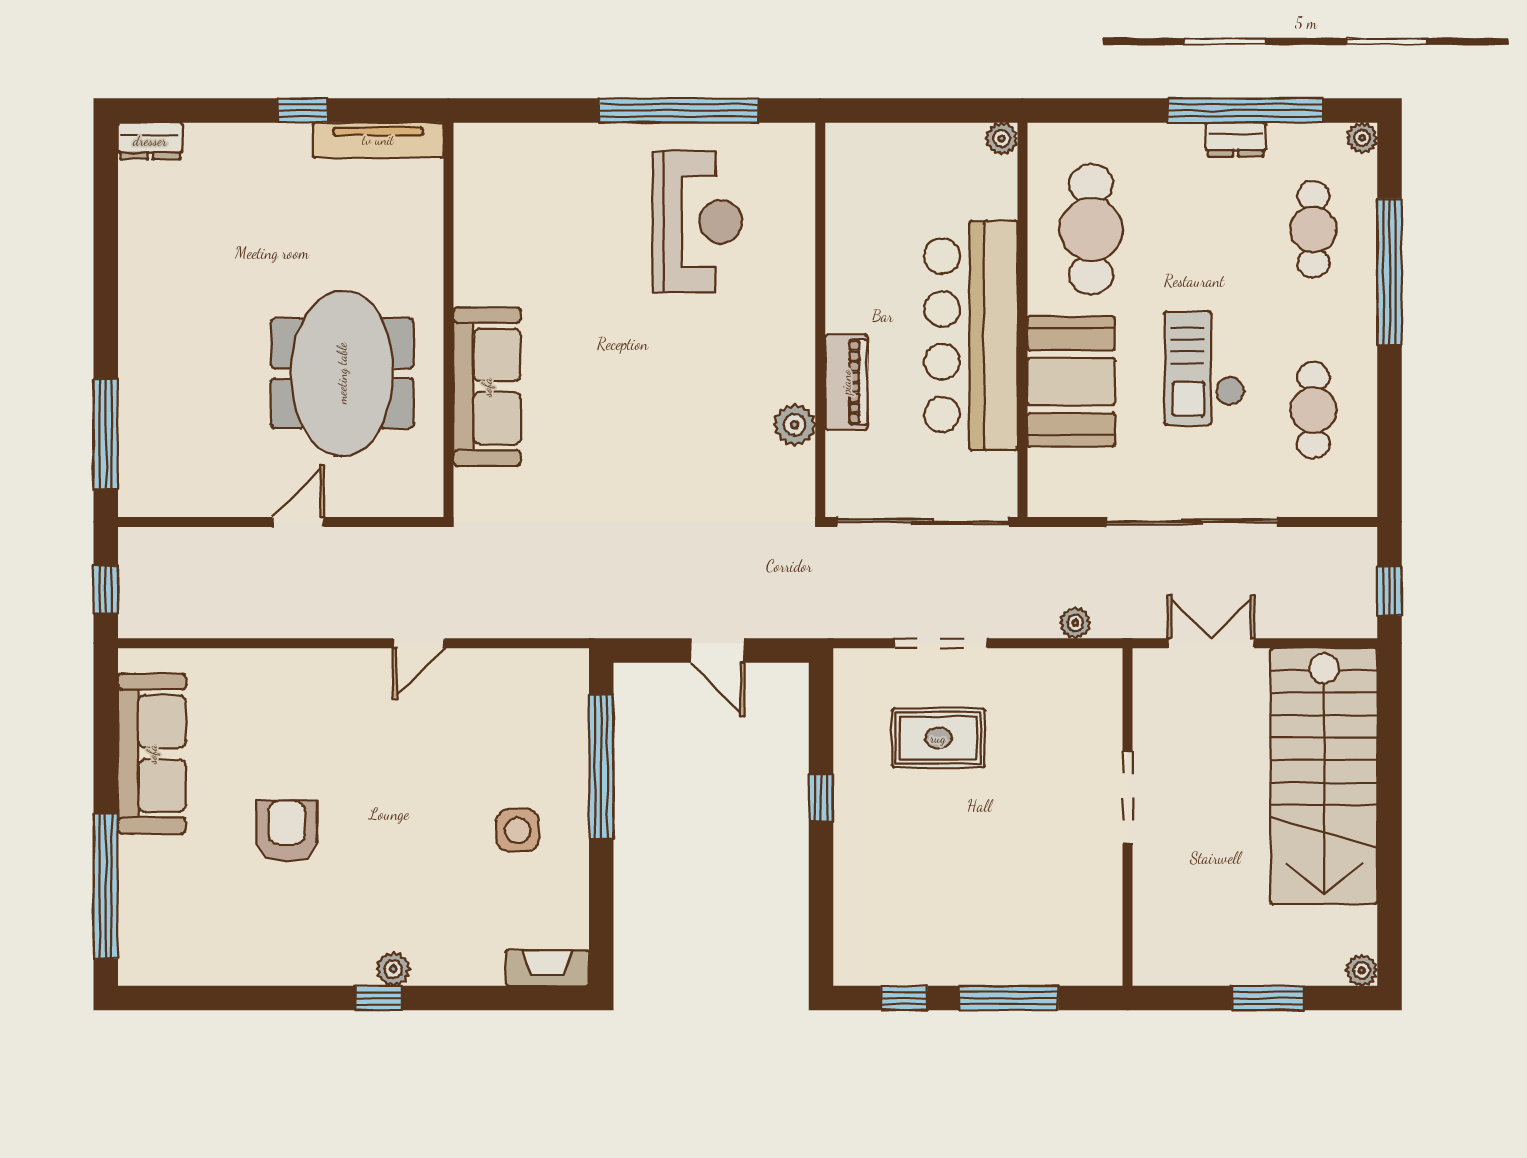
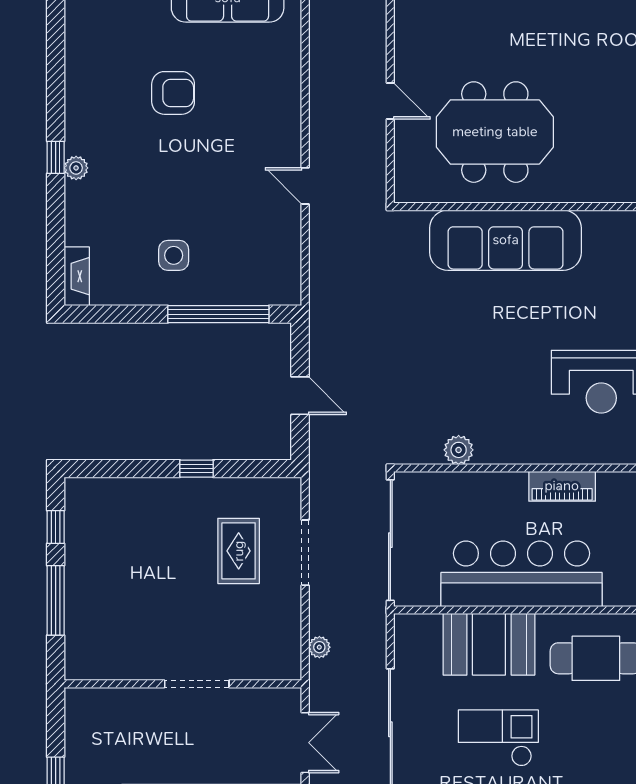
piano: (846, 382) -> (562, 486), moved
sofa: (487, 387) -> (506, 240), width x1.36, depth x1.27
door: (717, 650) -> (300, 396), swing flipped

